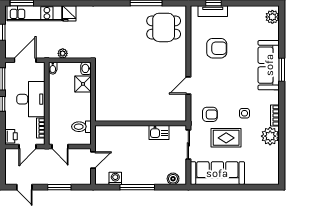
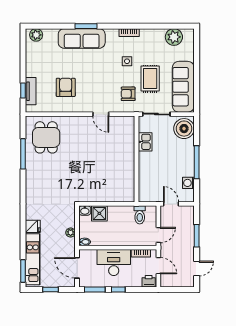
armchair: (210, 114) -> (128, 94), turned -90
plant: (270, 136) -> (174, 37), moved
boiler: (173, 179) -> (184, 129), width x1.86, depth x1.86

